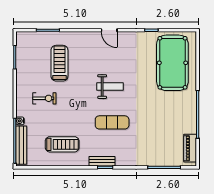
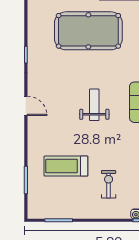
door: (109, 30) -> (26, 106), hinge flipped
pool table: (172, 63) -> (88, 31), moved

